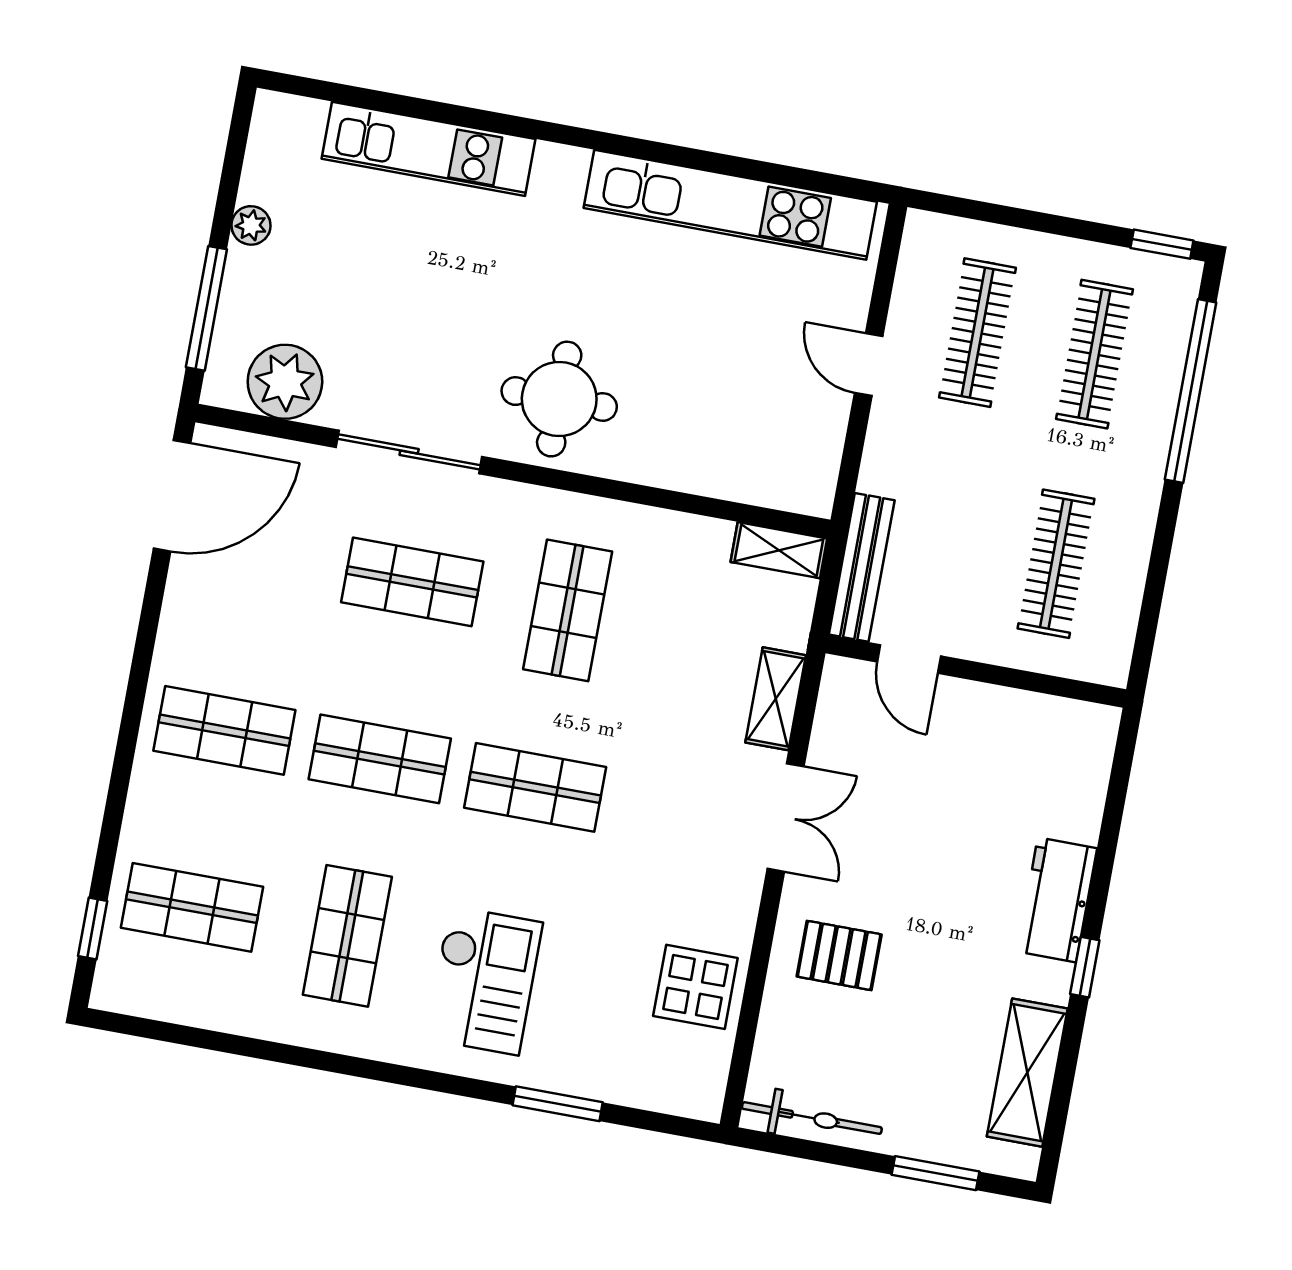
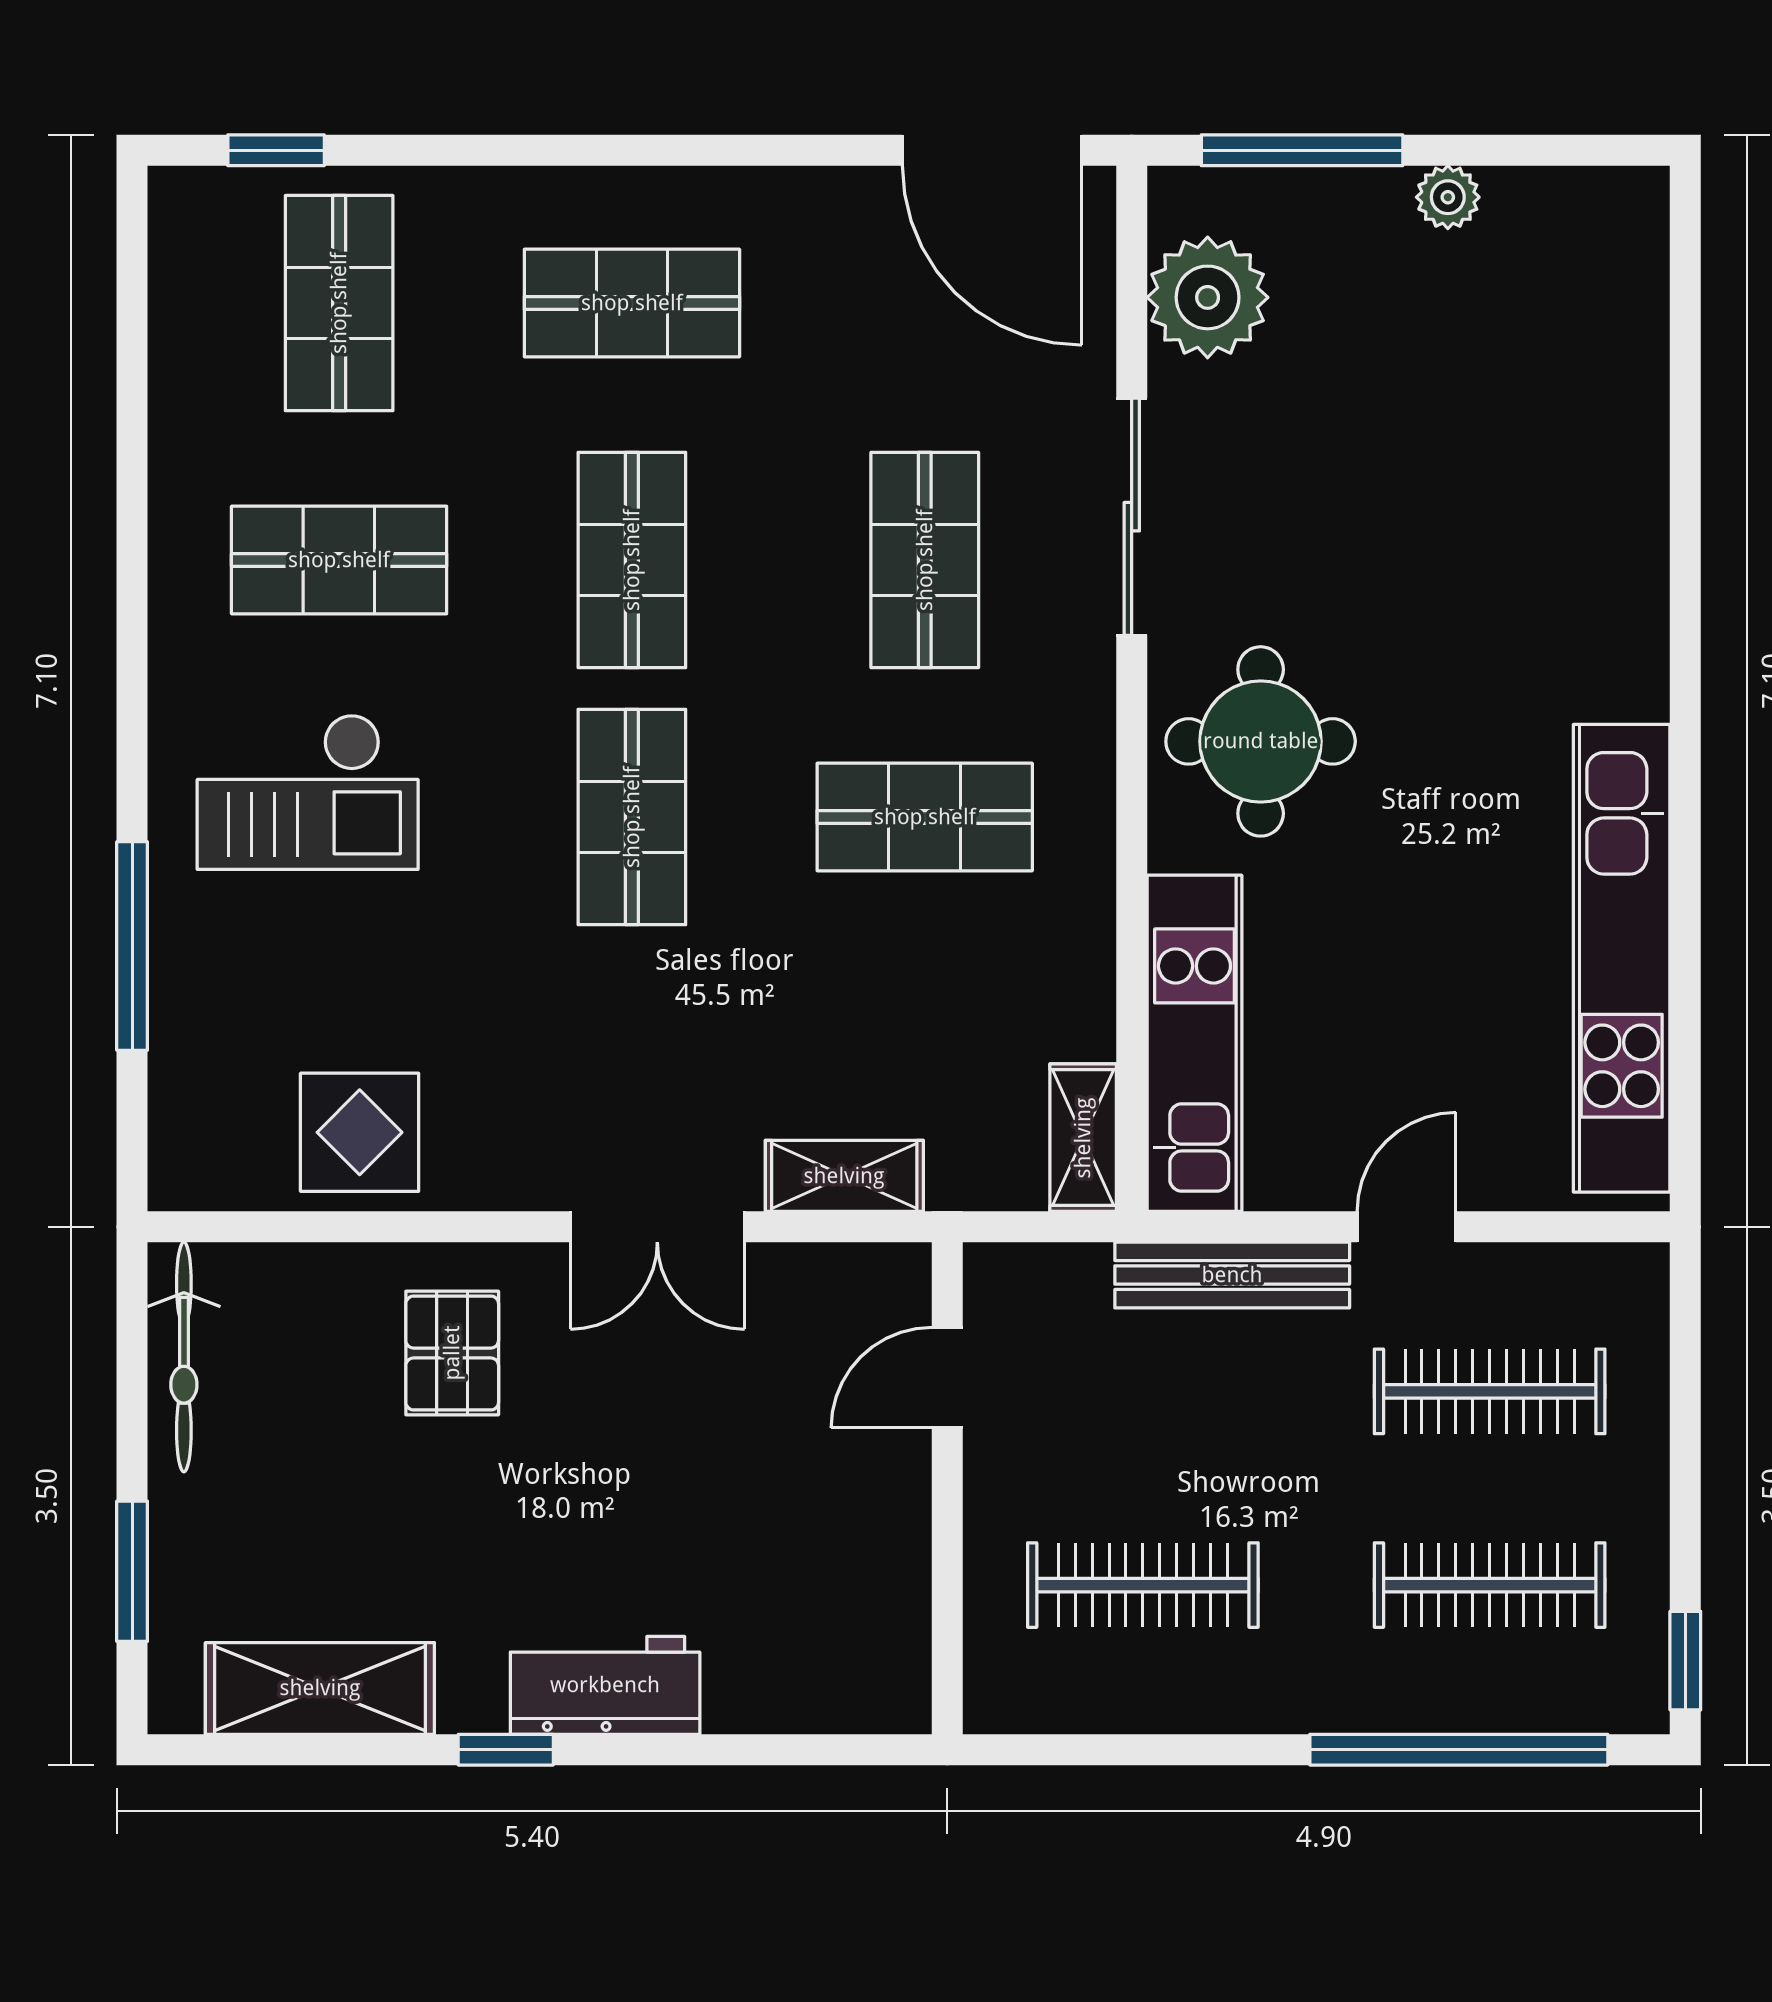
kitchen unit: (429, 149) -> (1194, 1043), moved, turned 180
bench: (862, 567) -> (1232, 1275), moved
shop shelf: (224, 730) -> (632, 303), turned 90
window: (558, 1104) -> (132, 946), width x1.44

